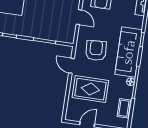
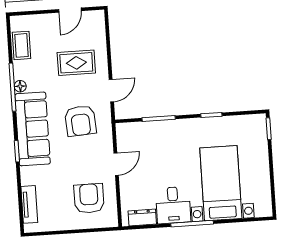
door: (79, 17) -> (116, 164), swing flipped
door: (72, 66) -> (111, 91), hinge flipped
rug: (90, 89) -> (76, 63), width x0.73, depth x0.70

